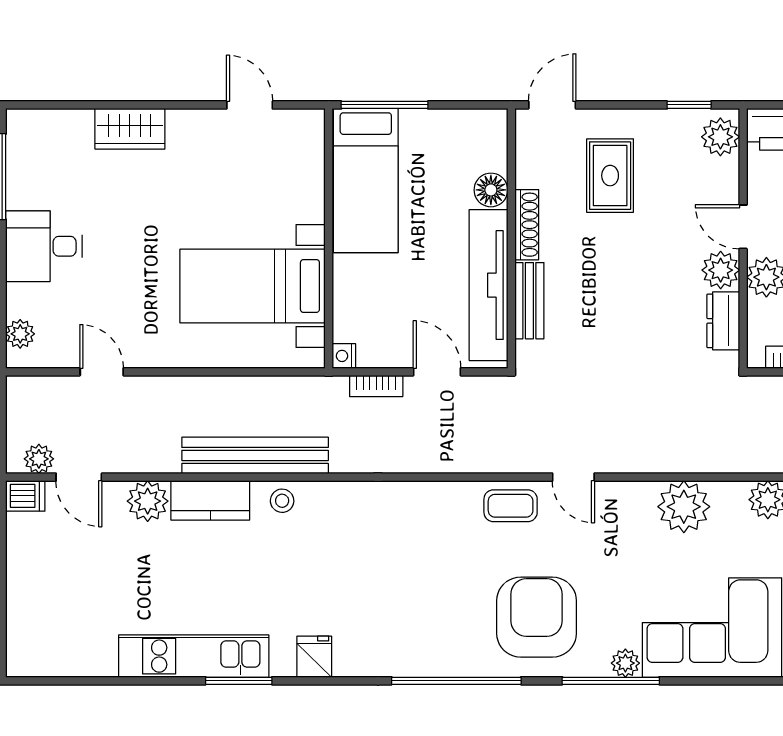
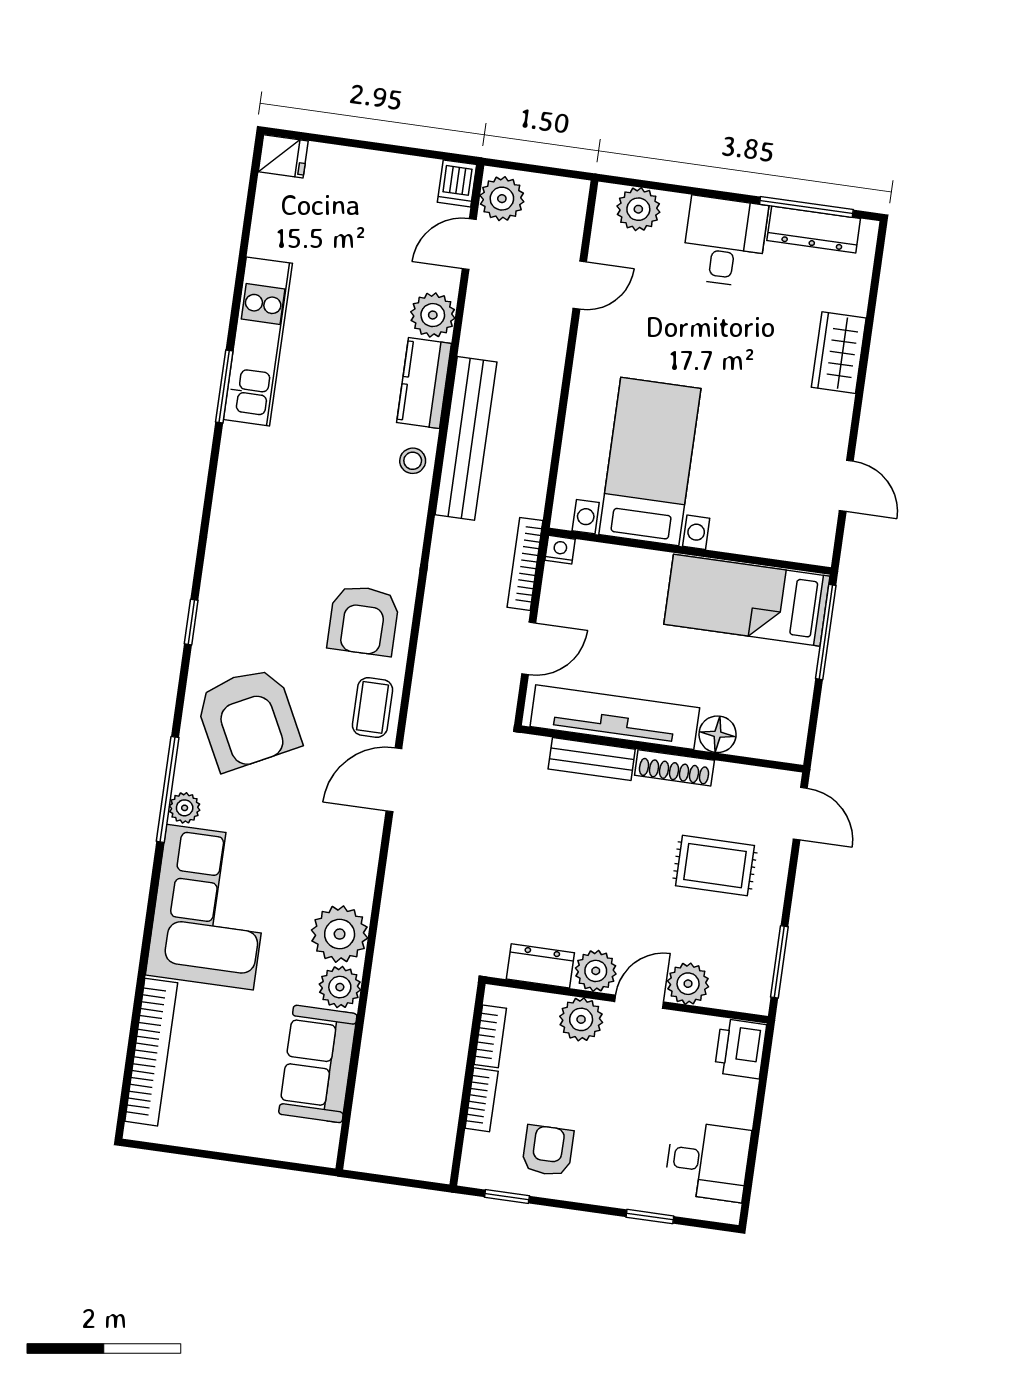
door: (250, 105) -> (846, 486), hinge flipped
window: (689, 105) -> (779, 962), width x1.50
plant: (720, 137) -> (688, 984), moved
dresser: (22, 167) -> (814, 230), added
plant: (20, 334) -> (638, 209), width x1.38, depth x1.38
bookcase: (376, 386) -> (525, 564), width x1.56
plant: (39, 459) -> (502, 199), width x1.38, depth x1.38
door: (573, 477) -> (394, 780), width x1.38
plant: (684, 507) -> (340, 934), moved
armchair: (433, 525) -> (363, 620), added
armchair: (537, 617) -> (248, 719), turned 63
fridge: (314, 657) -> (283, 156), moved
window: (456, 681) -> (191, 622), width x0.32

